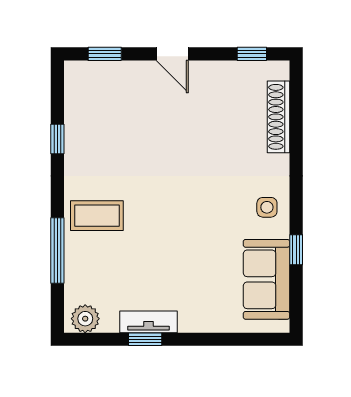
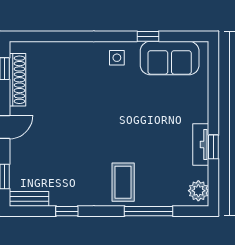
bench: (74, 87) -> (29, 199), added
shoe rack: (279, 117) -> (17, 80), moved, turned -90

